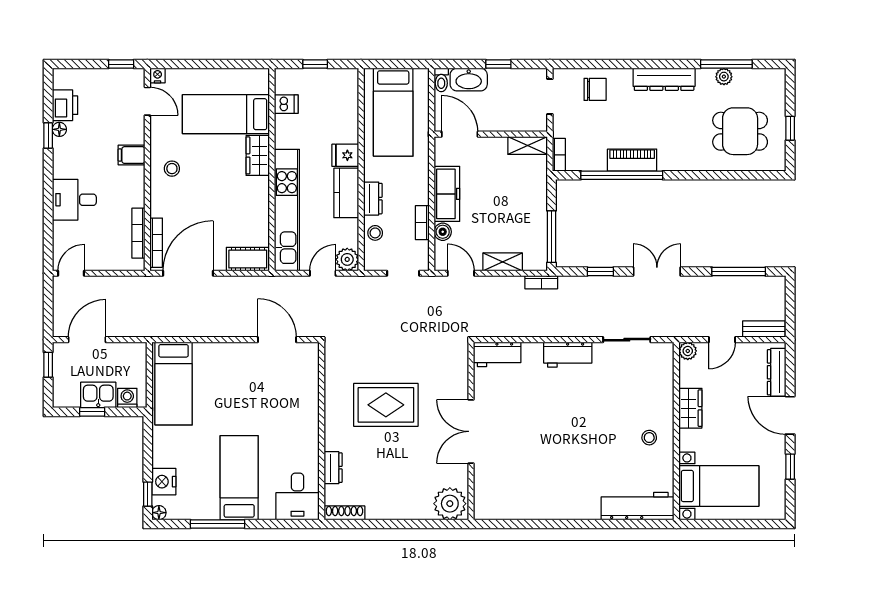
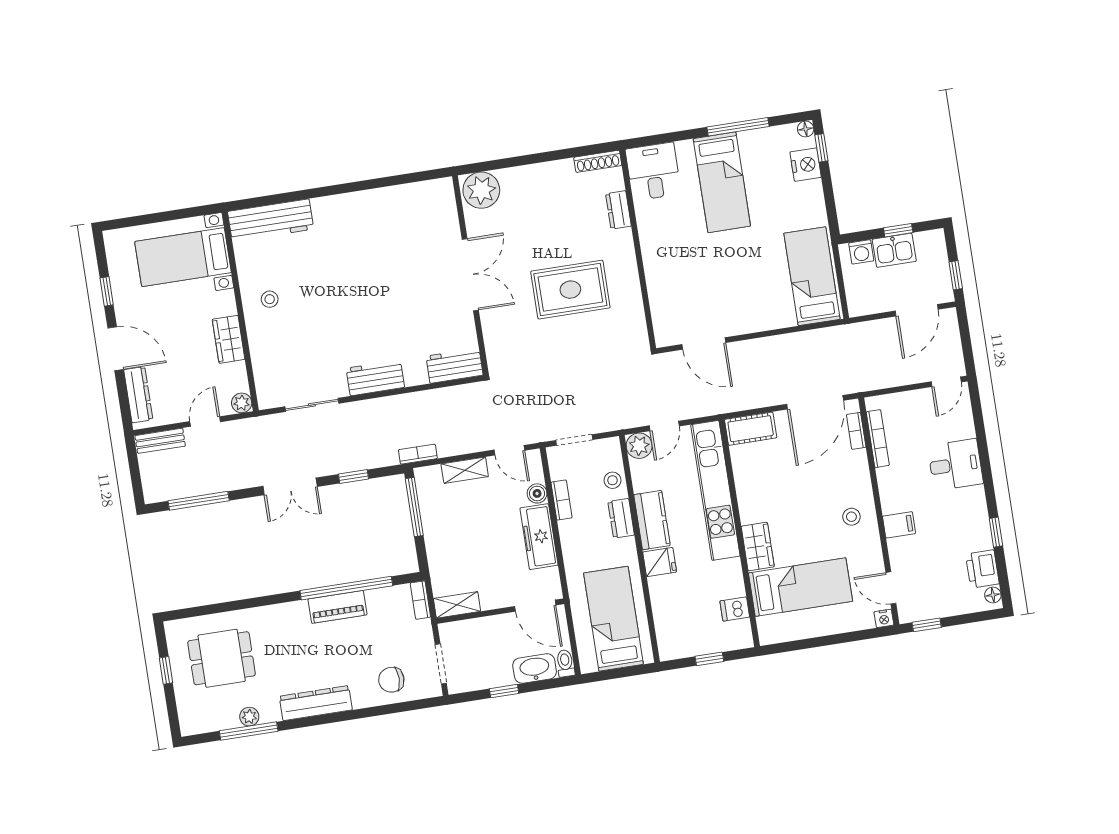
floor lamp: (59, 129) -> (993, 595), moved
bookcase: (156, 243) -> (856, 431), width x0.64

